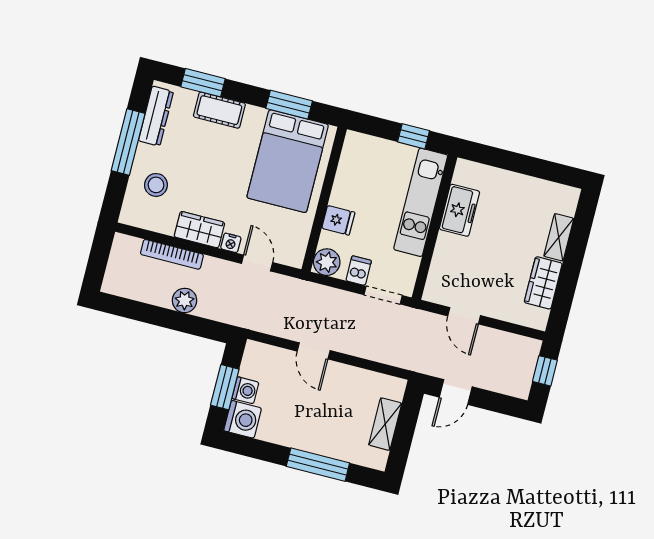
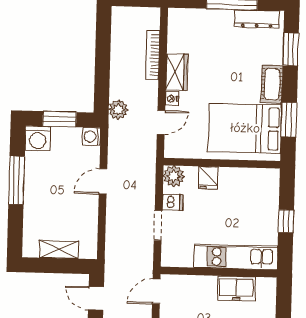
cot: (219, 110) -> (272, 84), moved
stool: (156, 185) -> (204, 31), removed
kitchen unit: (421, 202) -> (236, 257), moved
freezer: (459, 210) -> (236, 288), moved
wall: (435, 227) -> (219, 272), moved
plant: (185, 300) -> (118, 110), moved
washing machine: (245, 390) -> (92, 136), moved, turned 90
window: (318, 465) -> (17, 180), moved

